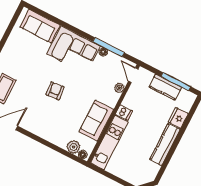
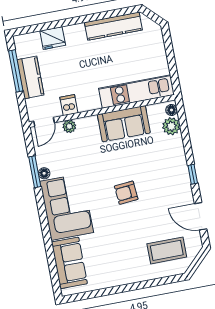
window: (109, 47) -> (35, 172), width x0.69
dishwasher: (124, 113) -> (69, 105), moved
window: (36, 138) -> (193, 174), added
kitchen counter: (165, 144) -> (113, 26), moved

